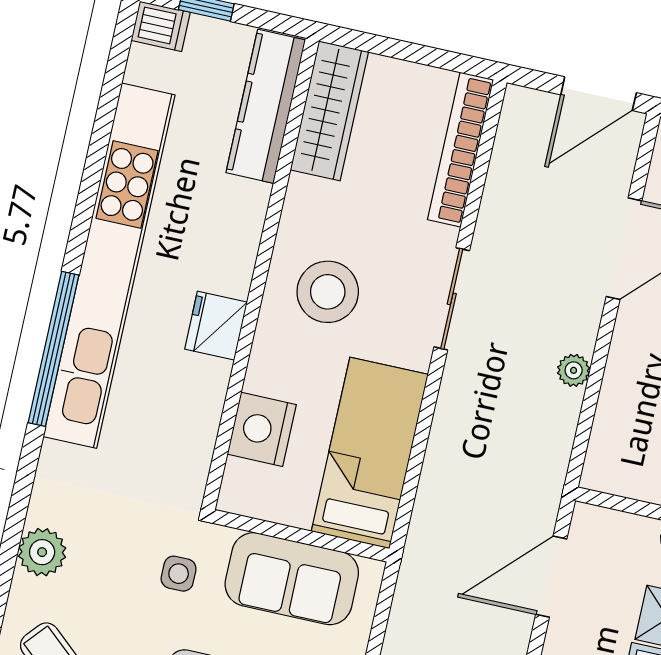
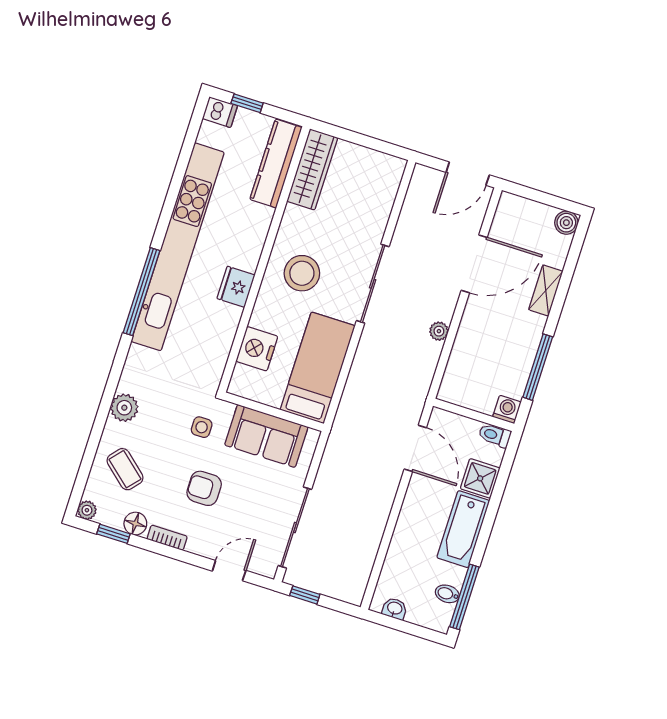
bookcase: (461, 150) -> (386, 198), removed
sliding door: (452, 299) -> (373, 284), width x1.37
door: (551, 577) -> (415, 448), swing flipped

